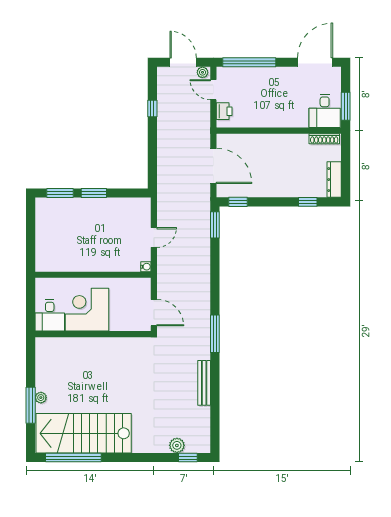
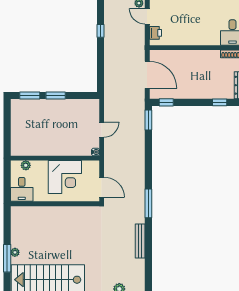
plant: (55, 284) -> (26, 165), added
corner desk: (87, 310) -> (65, 177), moved, turned 180

